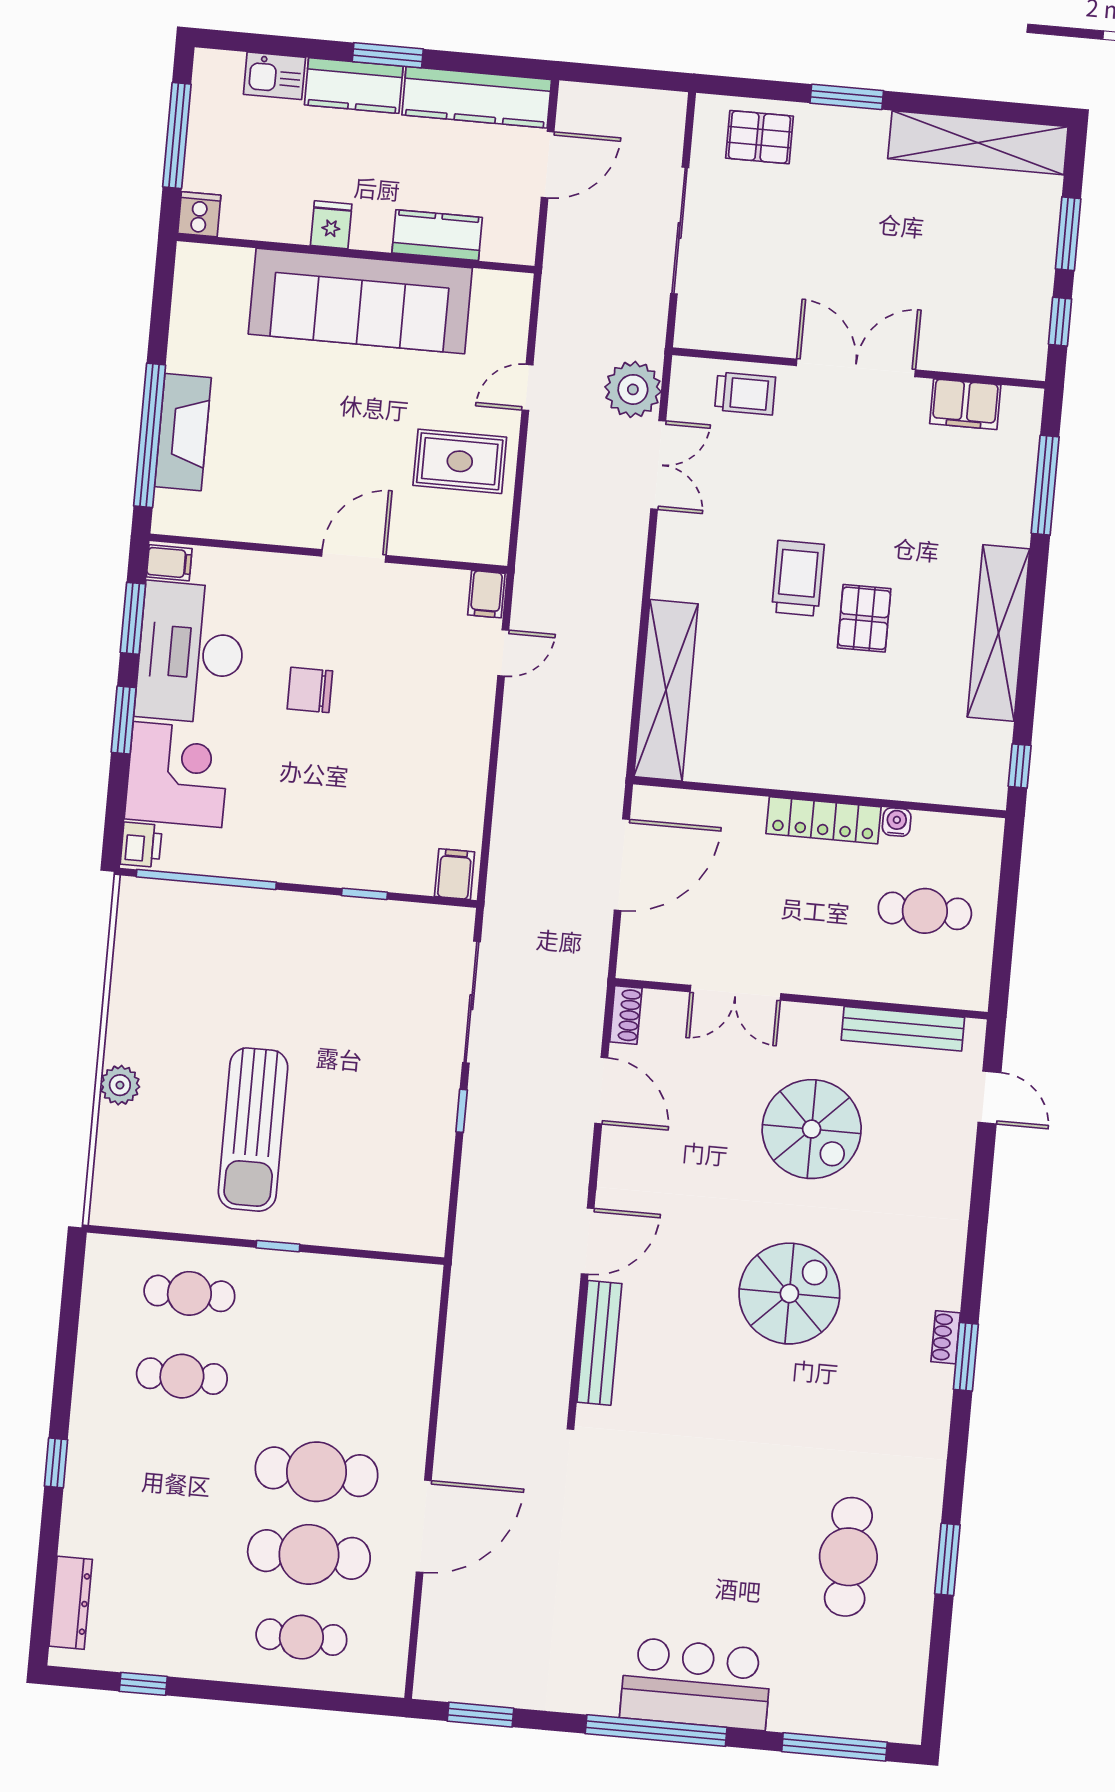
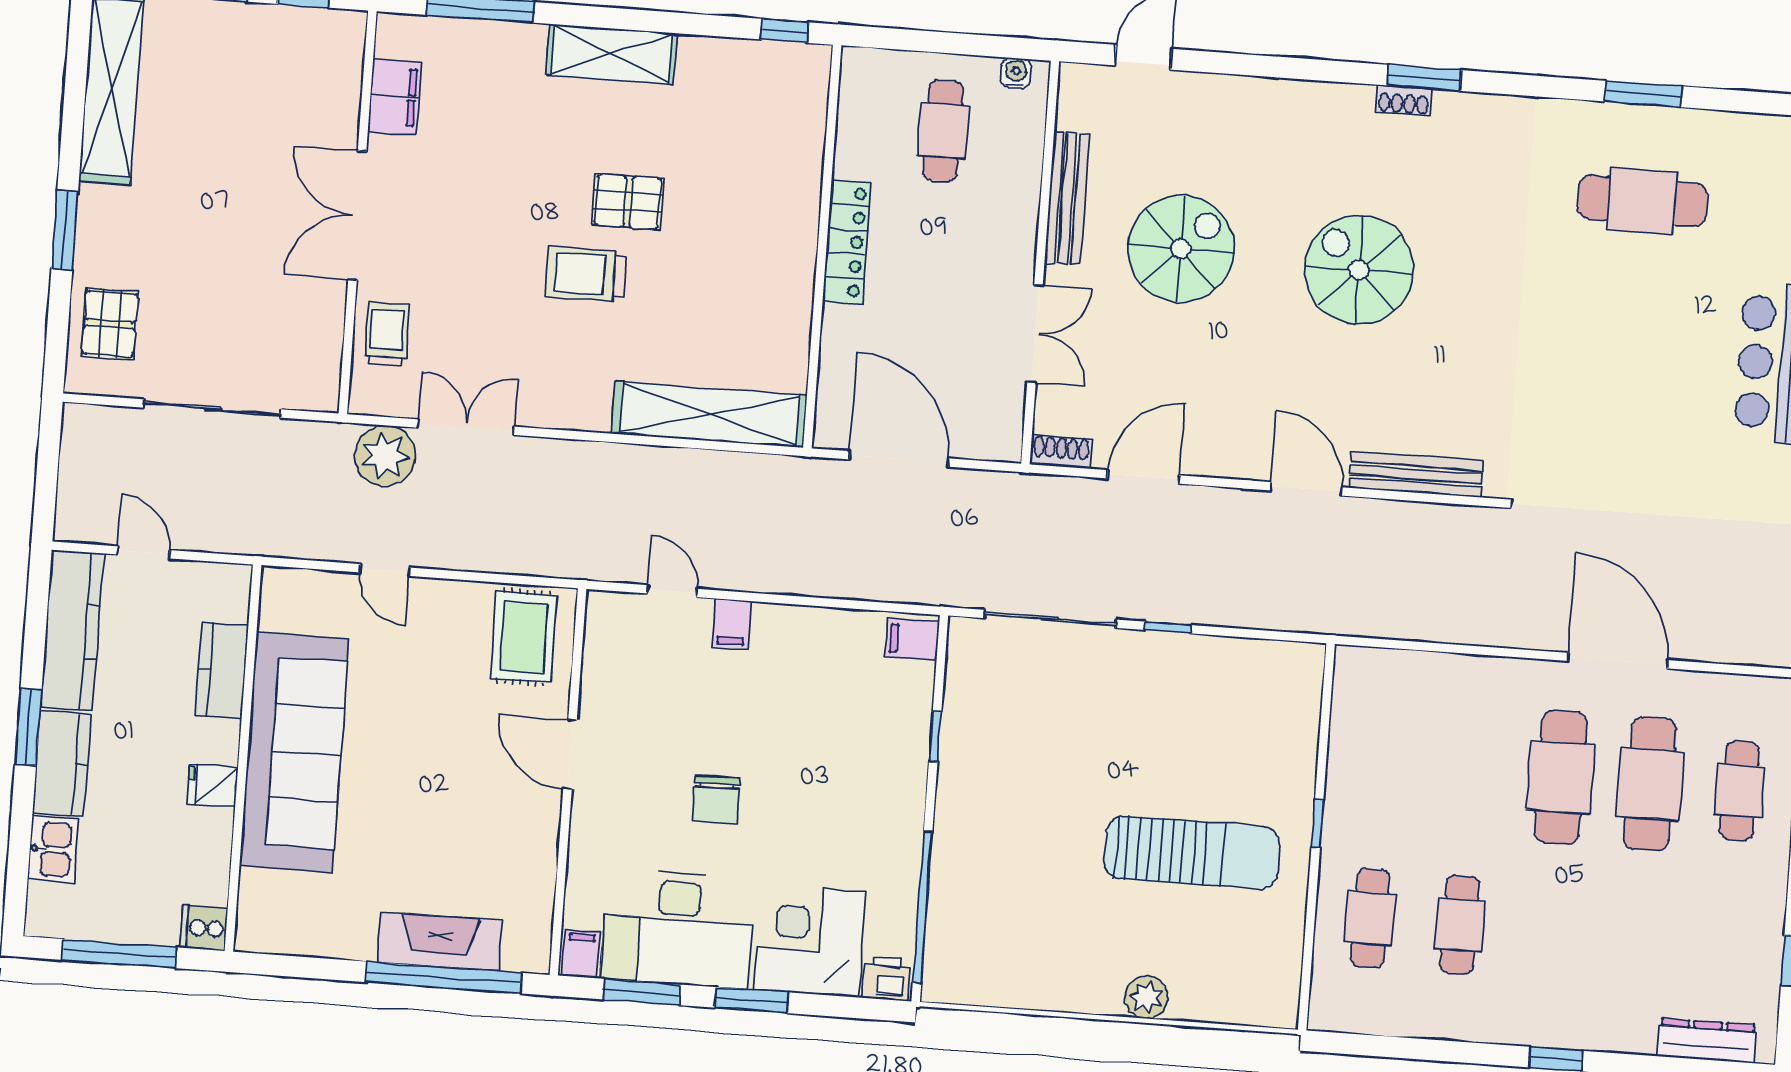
door: (548, 165) -> (143, 552), width x0.73
rug: (460, 461) -> (524, 637), moved
filing cabinet: (486, 594) -> (731, 624), moved, turned 90
shelving: (998, 633) -> (612, 54), width x0.68
water cooler: (897, 822) -> (1016, 73), moved, turned 90
bench: (903, 1029) -> (1067, 198), moved

